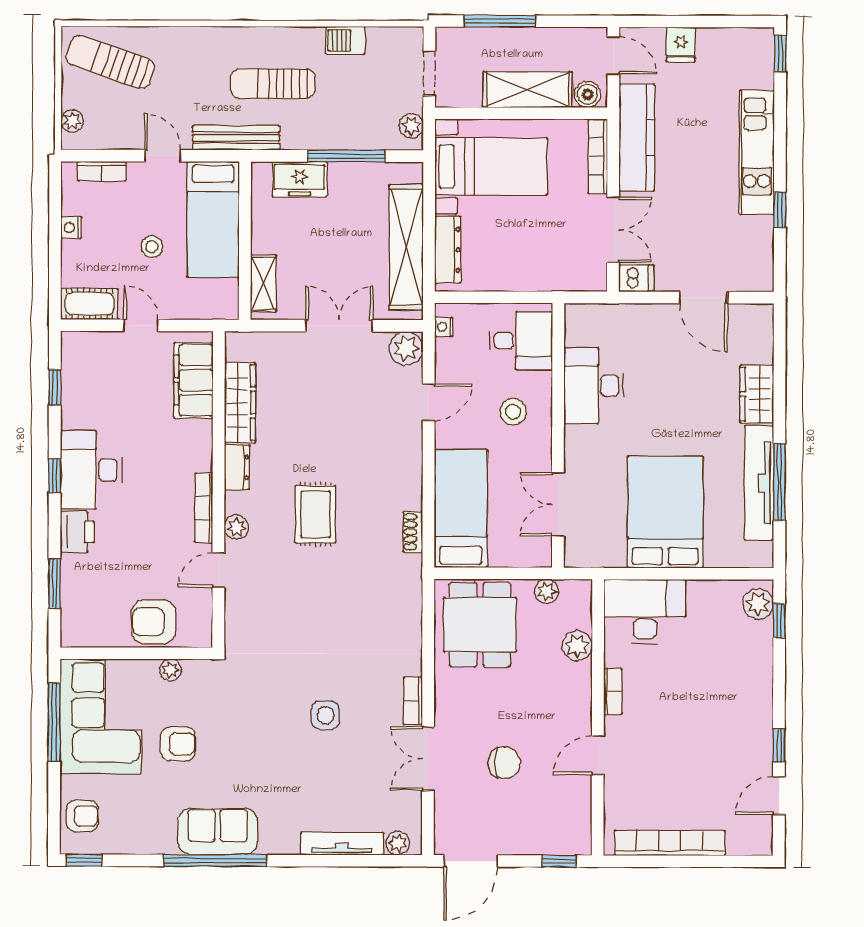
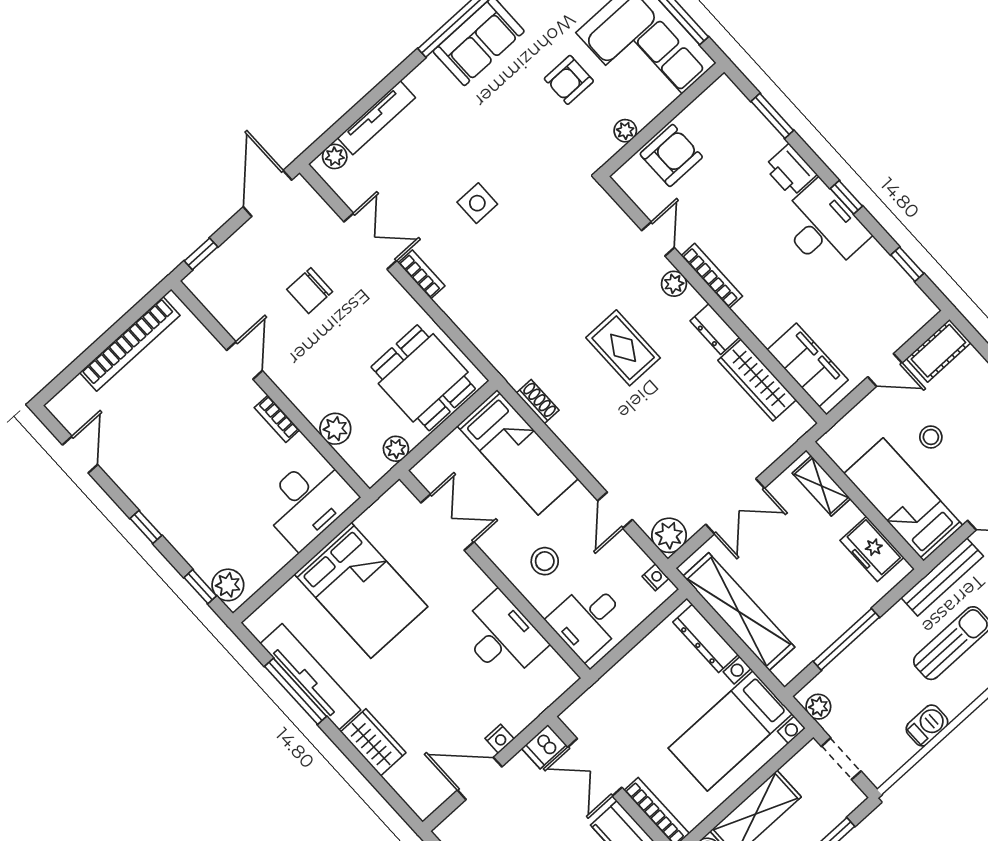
freezer: (300, 179) -> (872, 549), moved, turned -90
nightstand: (663, 313) -> (500, 739), added
window: (779, 745) -> (146, 527), moved

